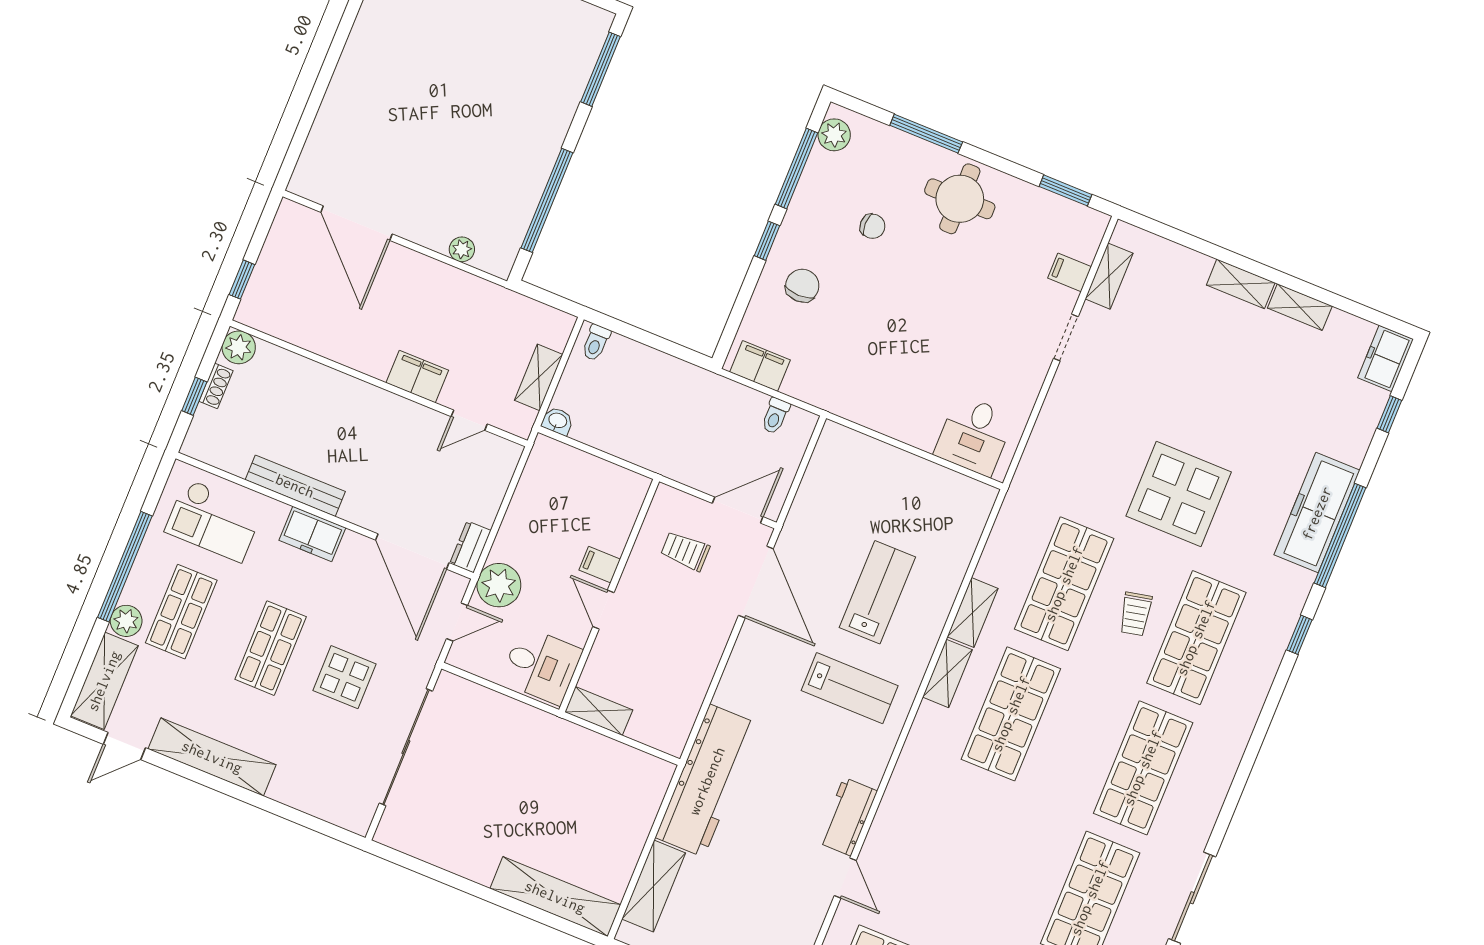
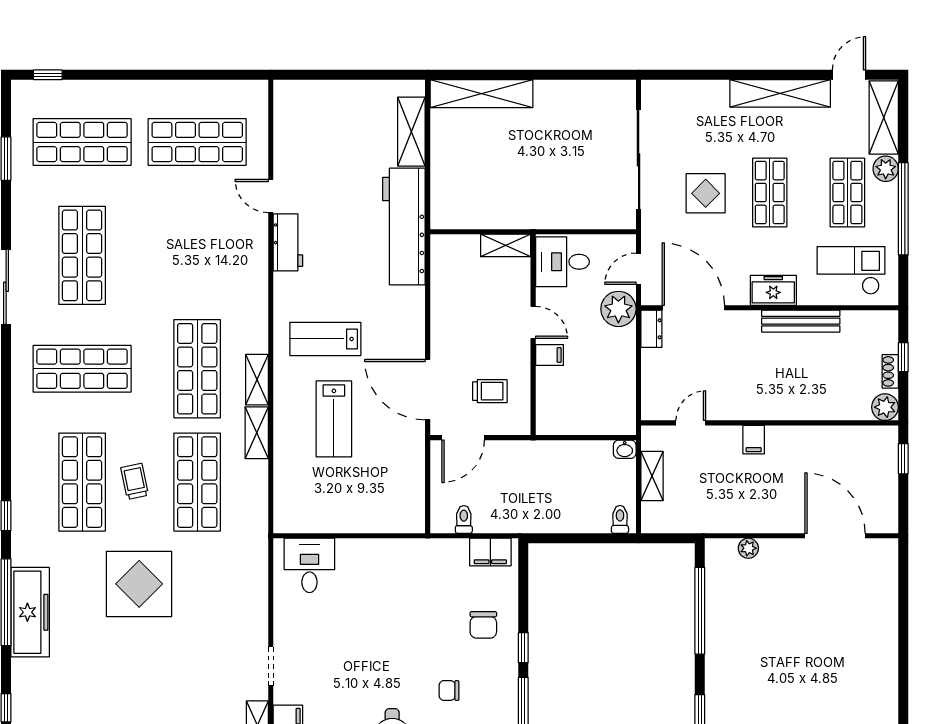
filing cabinet: (417, 377) -> (754, 440), width x0.50
shop shelf: (1143, 768) -> (82, 369), turned 90

